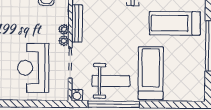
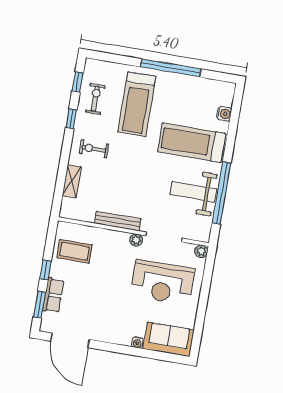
plant: (64, 29) -> (201, 251), moved
weight bench: (111, 81) -> (193, 192), turned -90
water cooler: (77, 95) -> (224, 114), moved

